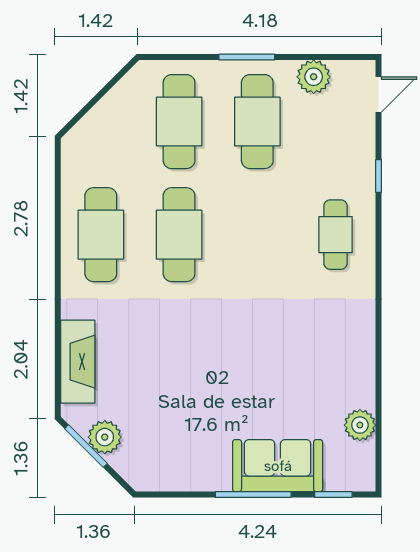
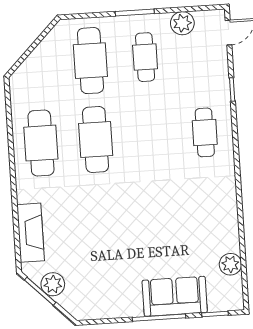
cafe table: (257, 122) -> (145, 57), width x0.73, depth x0.74

